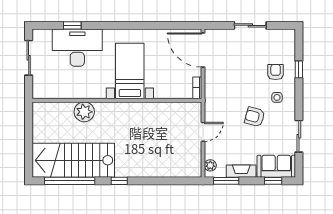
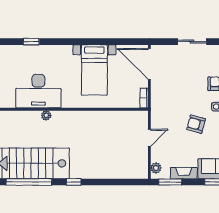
desk: (77, 48) -> (38, 91), moved, turned 180
bed with nightstands: (130, 71) -> (94, 70), moved, turned 180
plant: (84, 112) -> (46, 115), width x0.53, depth x0.53

